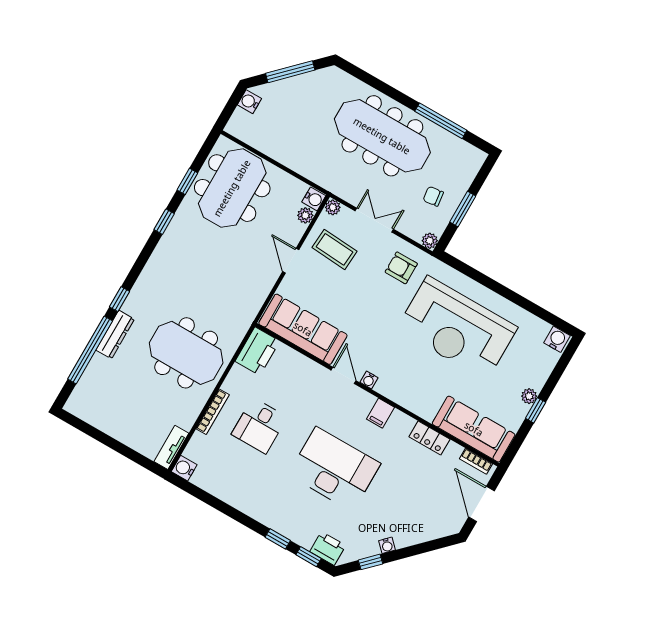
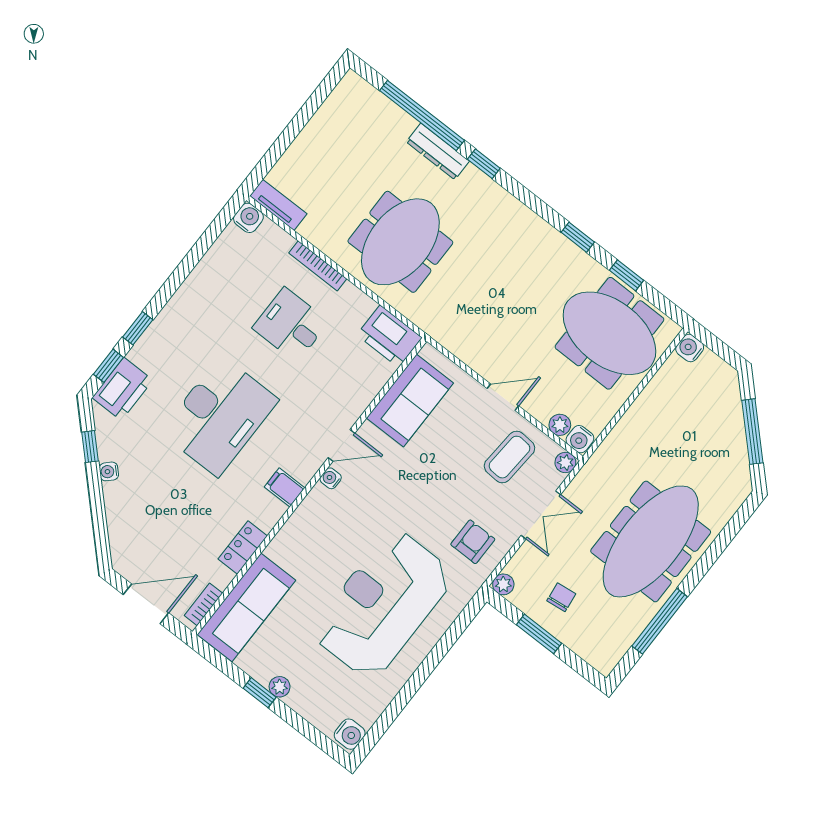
water cooler: (249, 102) -> (690, 348), moved, turned -90
sofa: (303, 329) -> (410, 400), width x0.73
printer: (328, 548) -> (123, 389), width x1.37, depth x1.19

